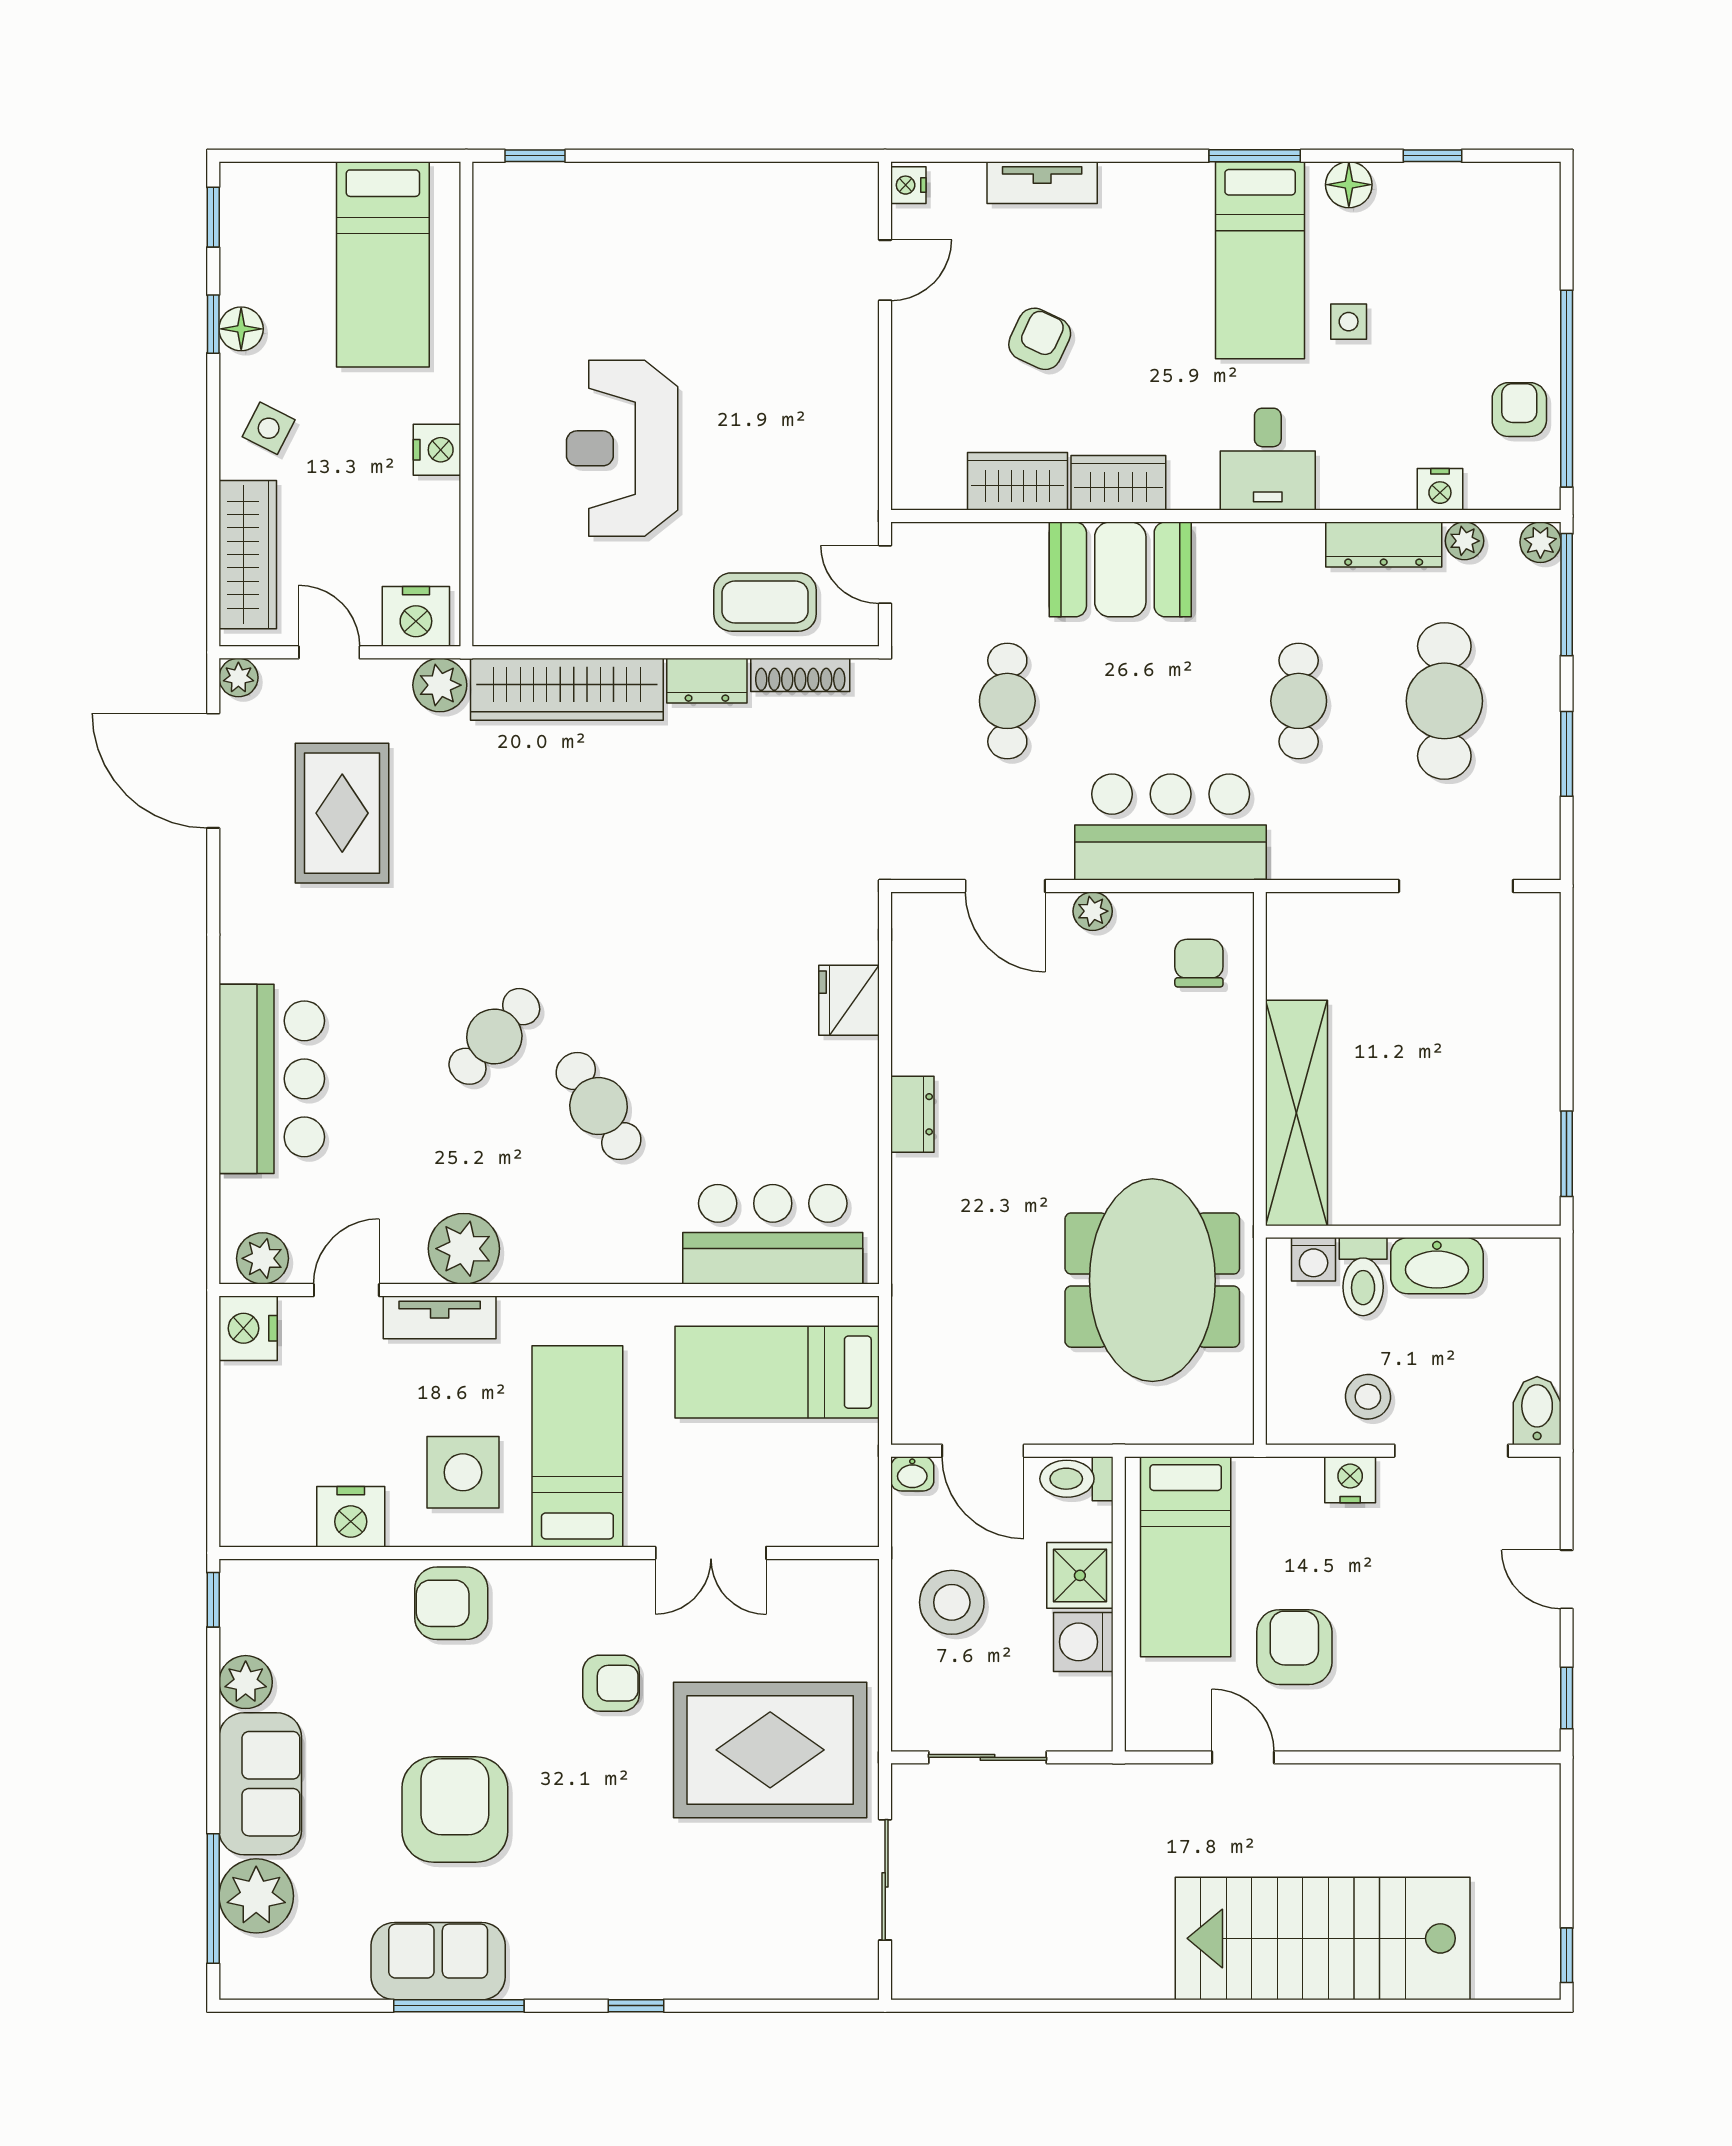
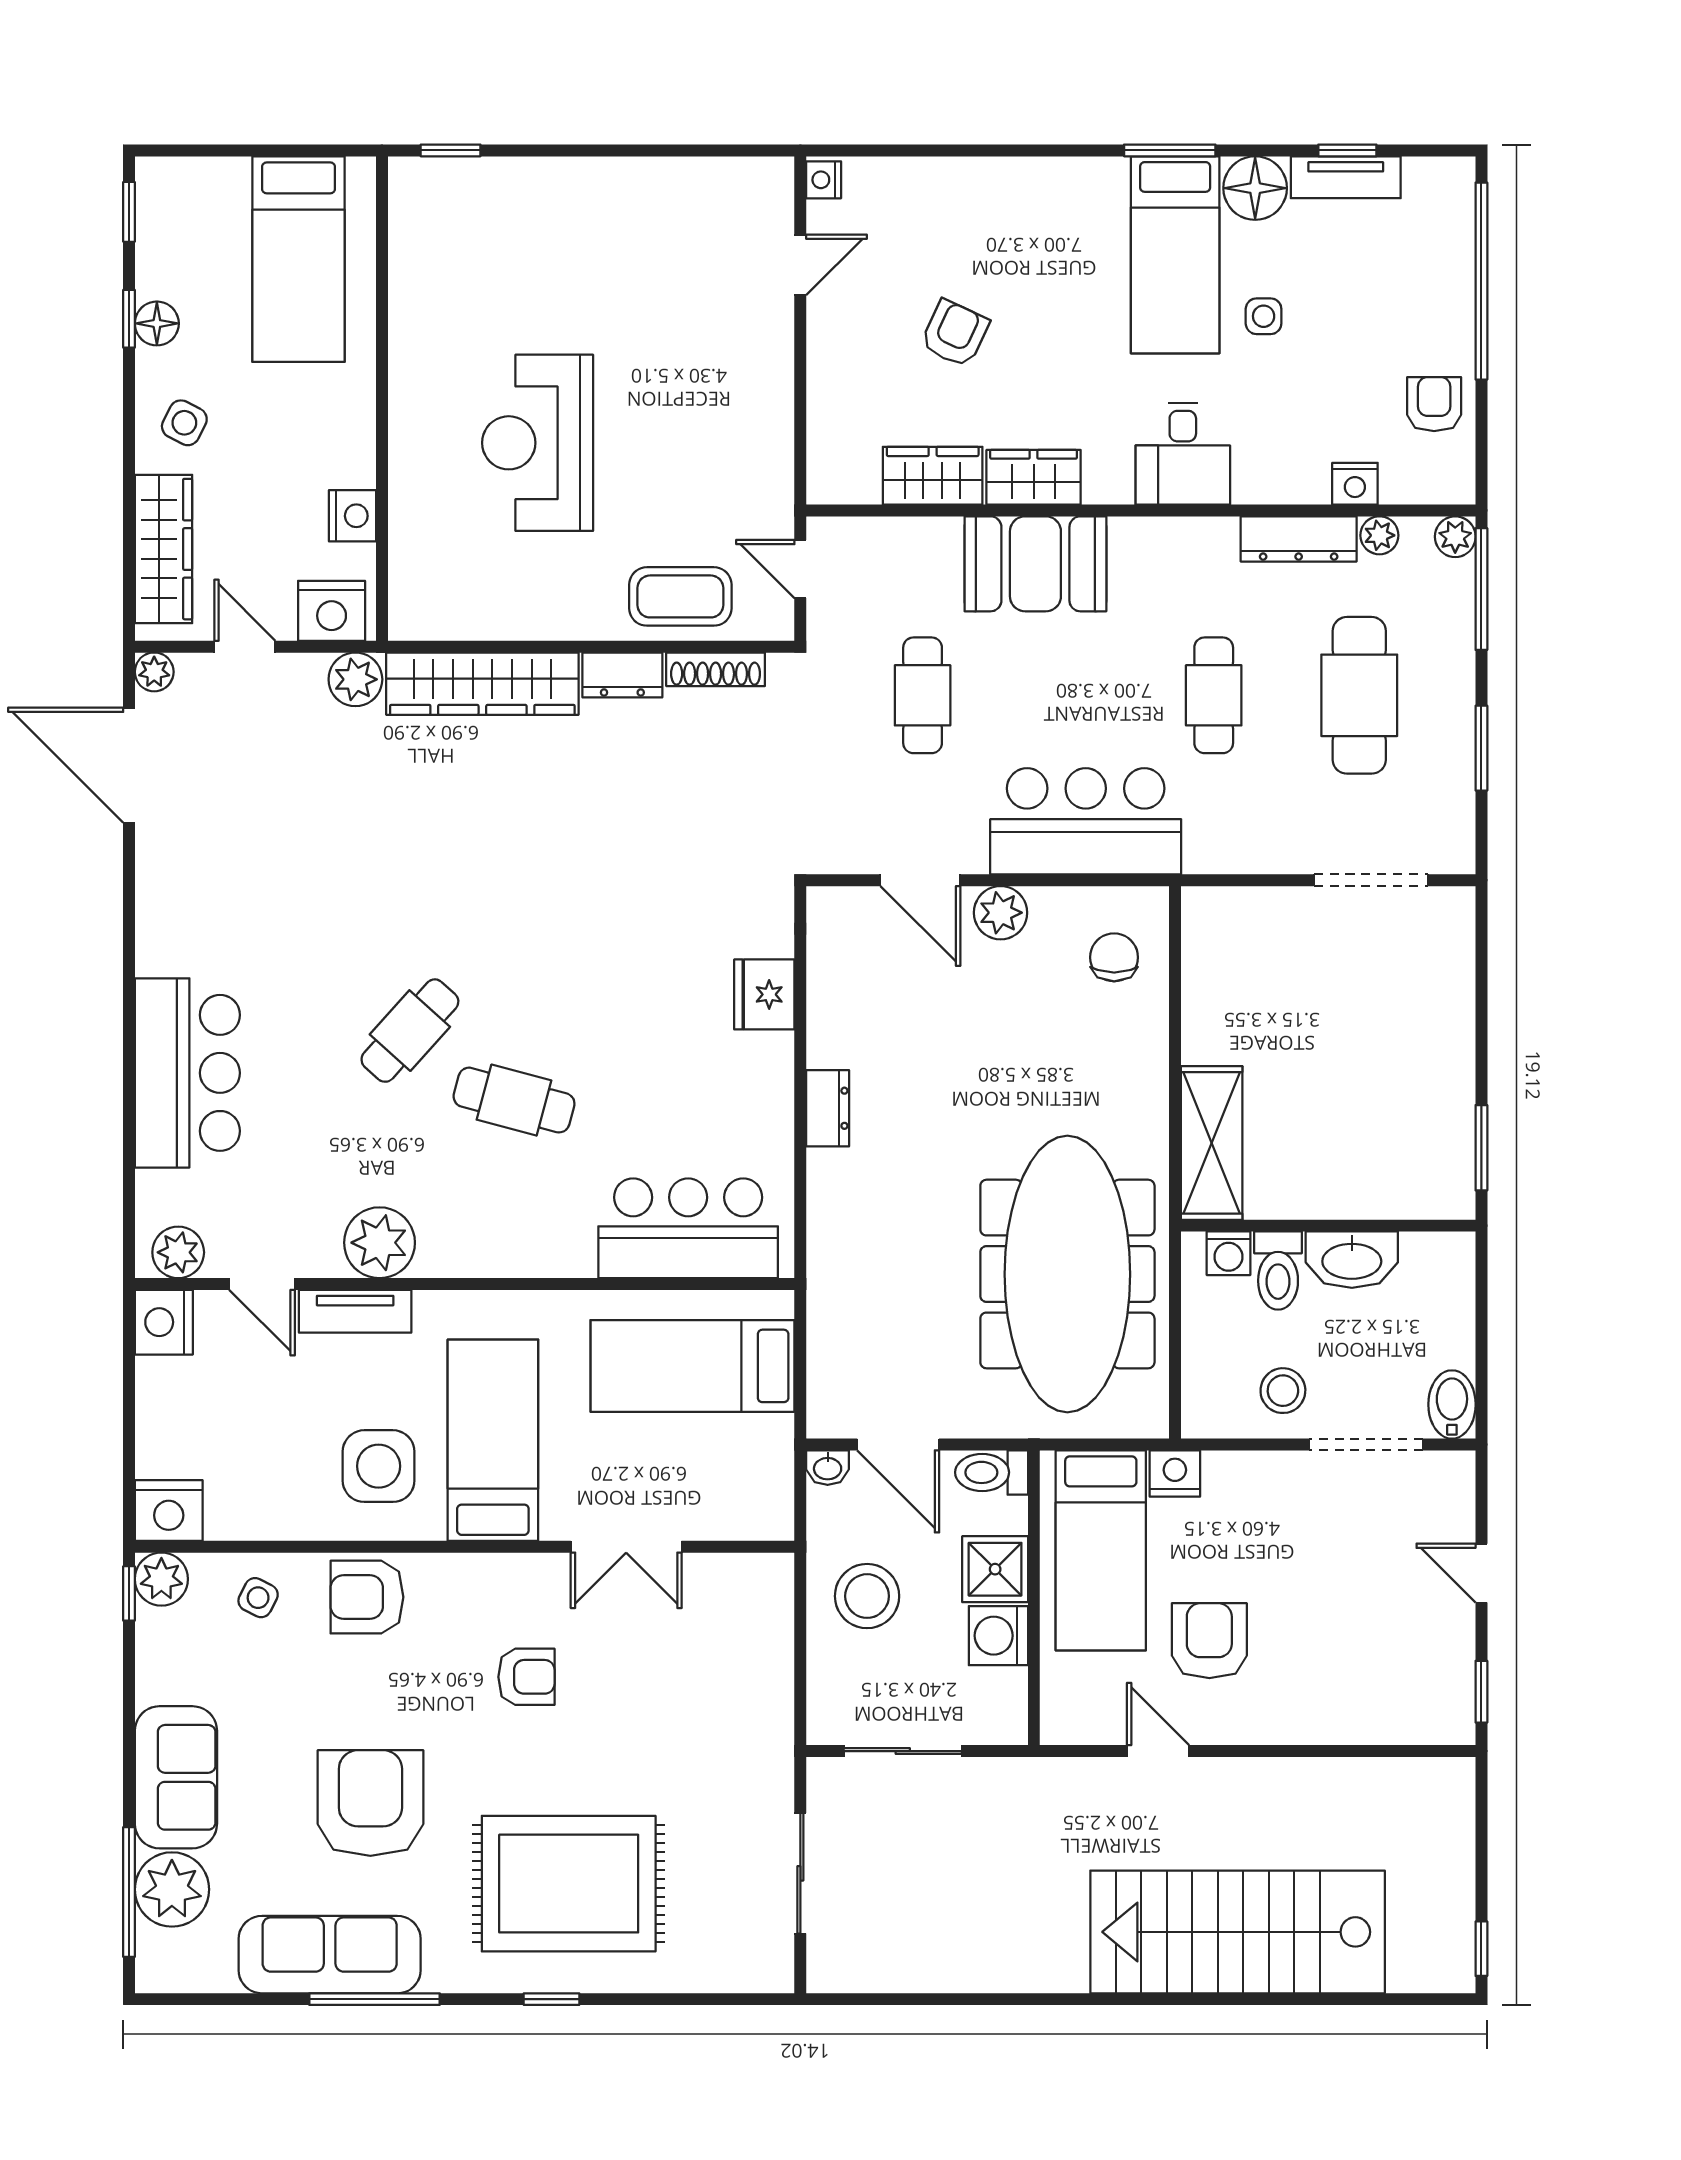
tv unit: (1042, 183) -> (1346, 177), moved
floor lamp: (1349, 185) -> (1255, 188), width x1.38, depth x1.38
window: (1567, 389) -> (1481, 281), moved
nightstand: (437, 450) -> (353, 516), moved
rug: (342, 813) -> (258, 807), removed
plant: (1093, 911) -> (1001, 913), width x1.38, depth x1.38
cafe table: (599, 1106) -> (514, 1100), turned -42
shelving: (1297, 1113) -> (1212, 1143), width x0.68
meeting table: (1152, 1280) -> (1067, 1274), width x1.36
door: (346, 1290) -> (262, 1284), swing flipped
nightstand: (1350, 1480) -> (1175, 1474), moved
nightstand: (351, 1517) -> (169, 1510), moved
side table: (342, 1604) -> (258, 1598), added
plant: (246, 1682) -> (161, 1579), moved
rug: (770, 1750) -> (569, 1884), moved
sofa: (438, 1961) -> (330, 1955), width x1.36

